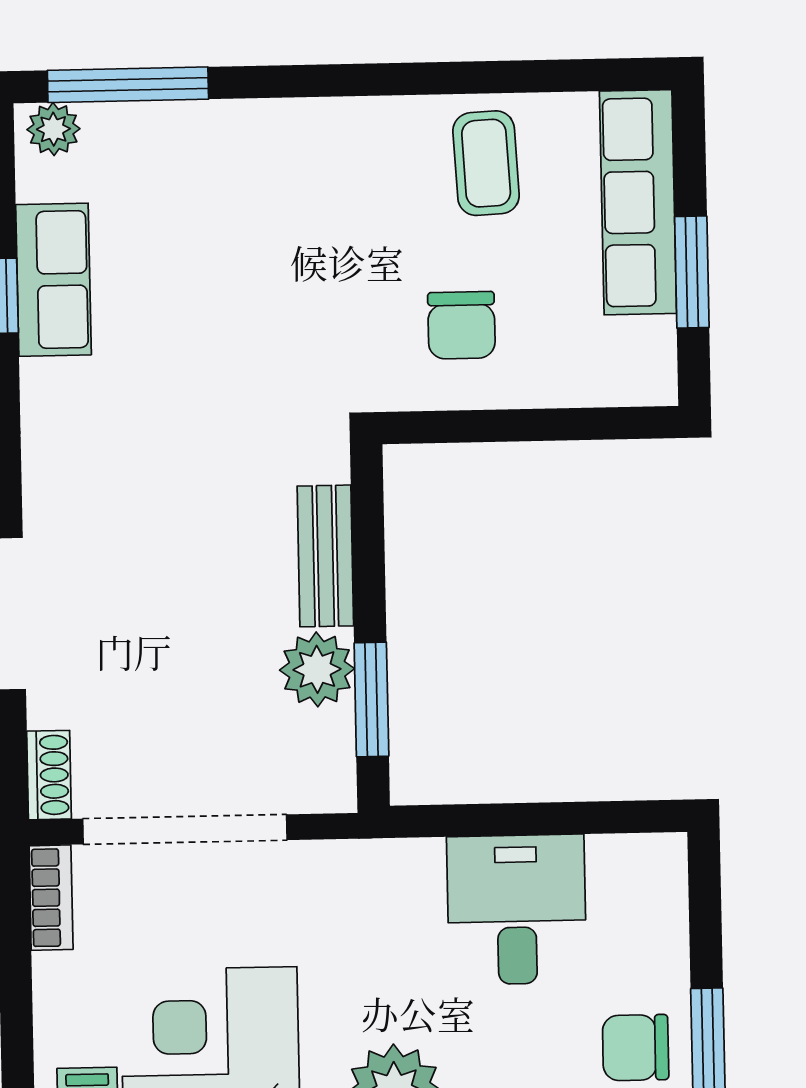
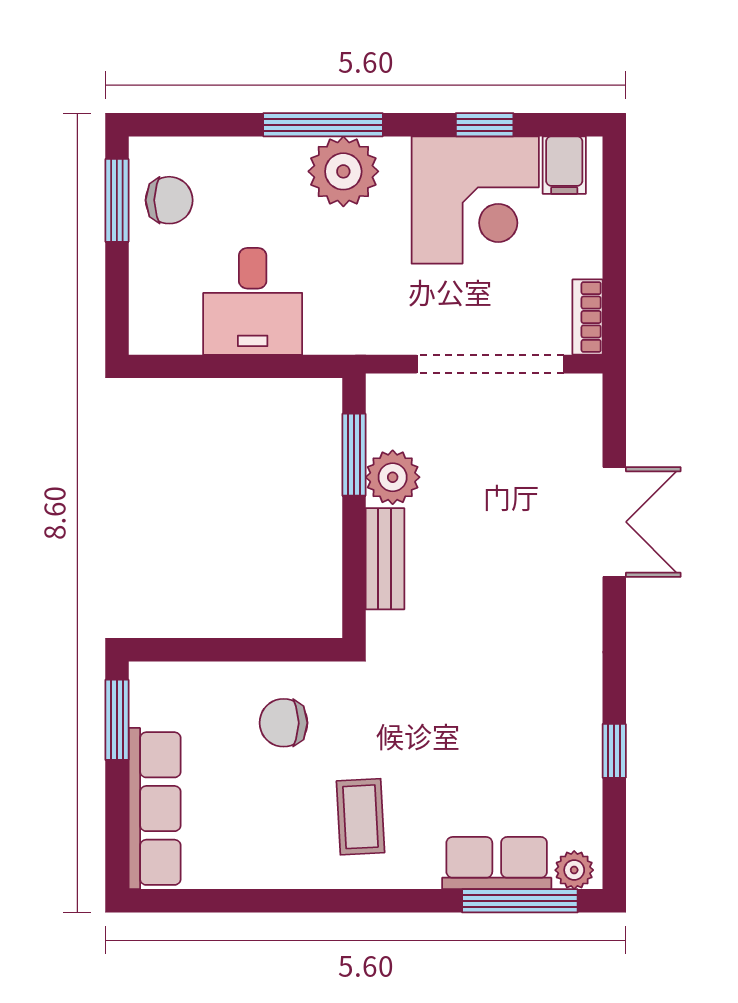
coffee table: (486, 163) -> (360, 817), moved
window: (692, 272) -> (117, 720), moved
row of seats: (53, 280) -> (497, 863), moved, turned 90
chair: (461, 325) -> (284, 723), turned -90
shoe rack: (49, 775) -> (587, 405), removed

